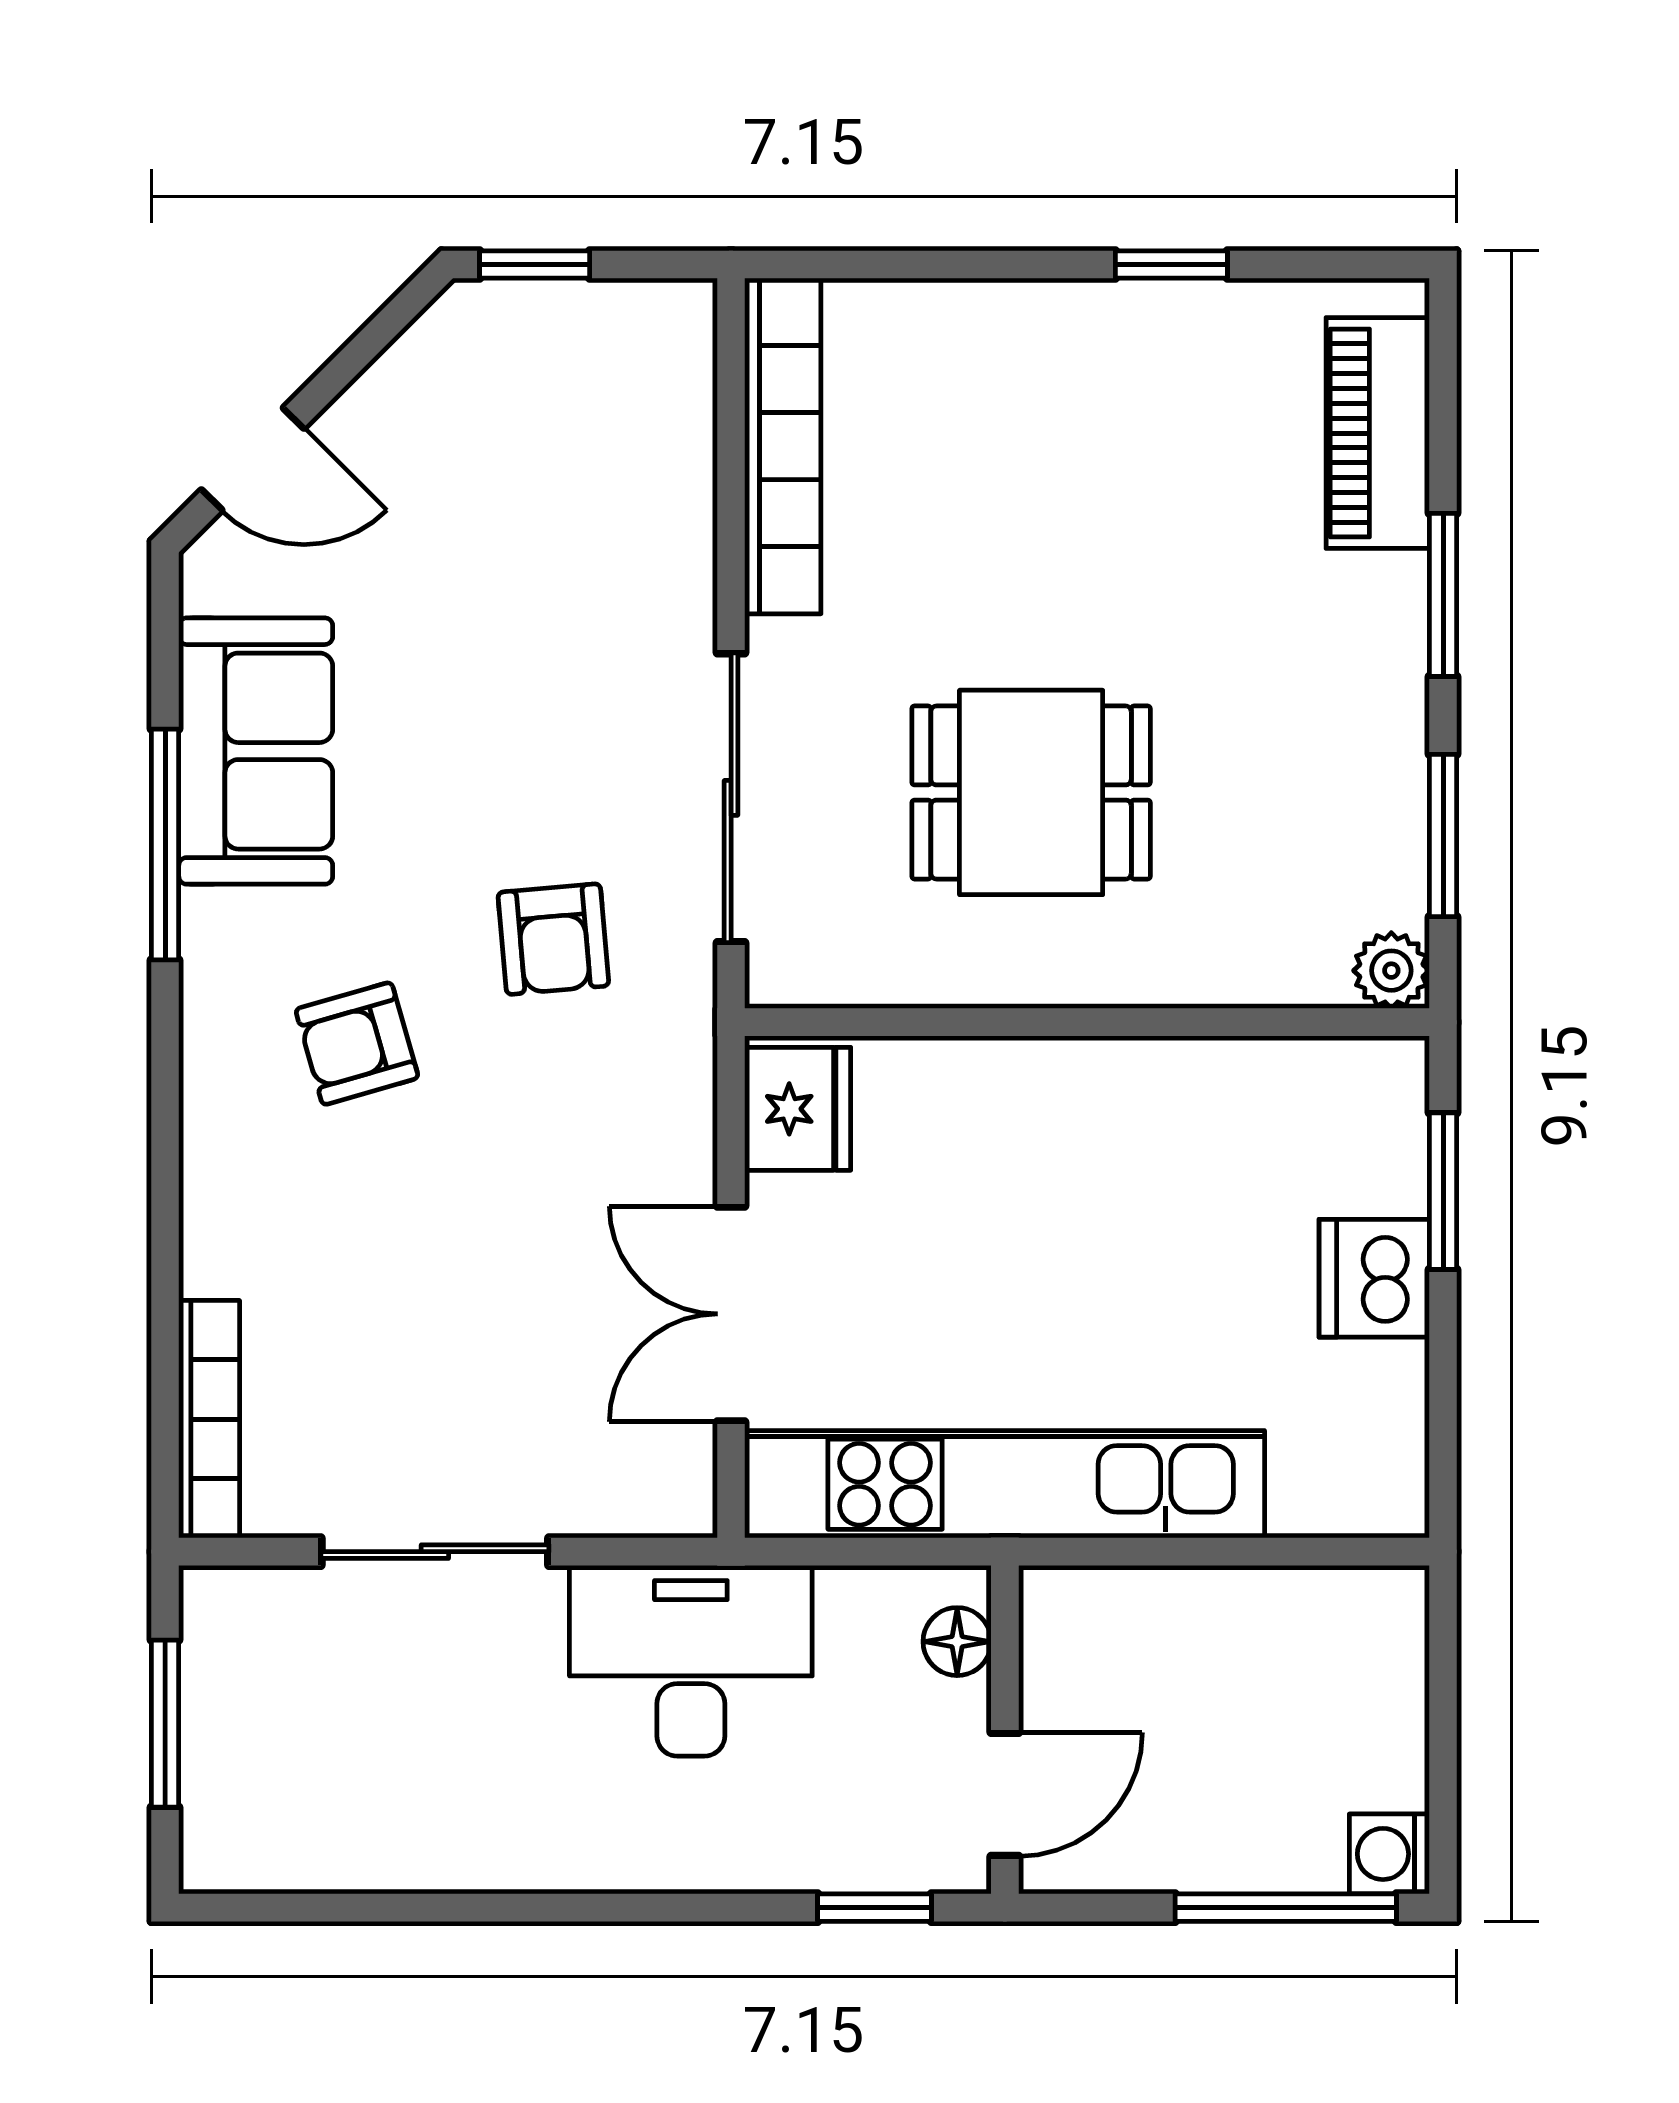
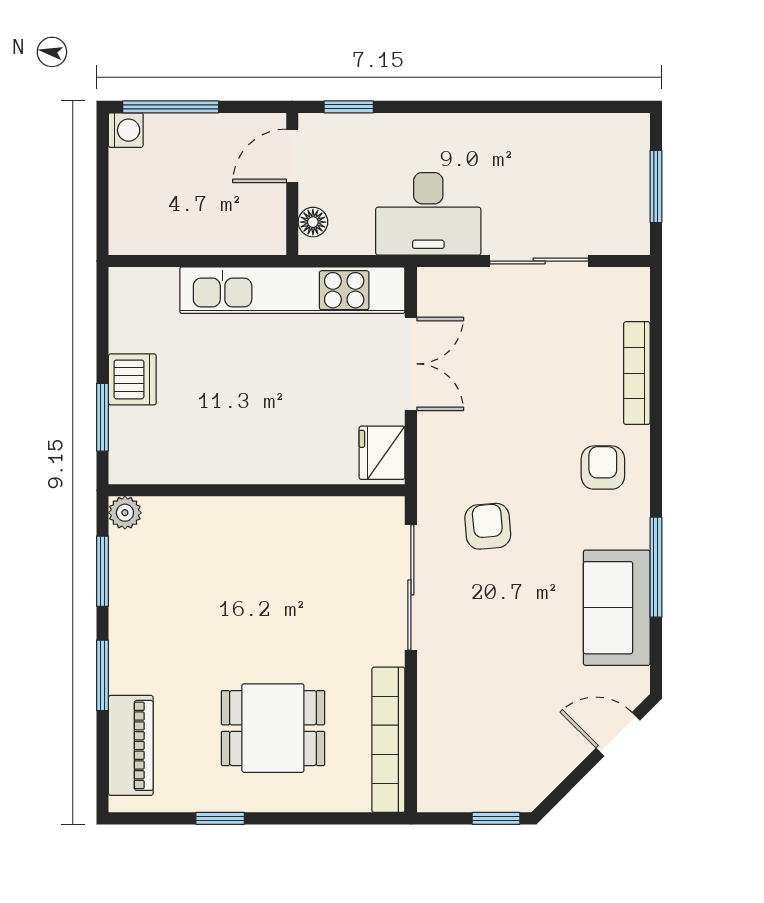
dining table: (1031, 792) -> (273, 728), moved
armchair: (357, 1044) -> (603, 468), moved, turned -74
bookcase: (209, 1419) -> (637, 373), moved

